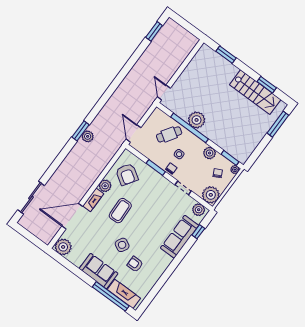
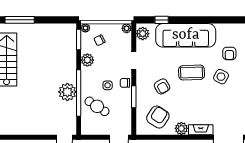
armchair: (148, 195) -> (162, 86), added
plant: (211, 195) -> (127, 28), width x0.53, depth x0.53
coffee table: (120, 211) -> (192, 73), moved
sofa: (180, 237) -> (186, 35), width x1.36, depth x1.27

